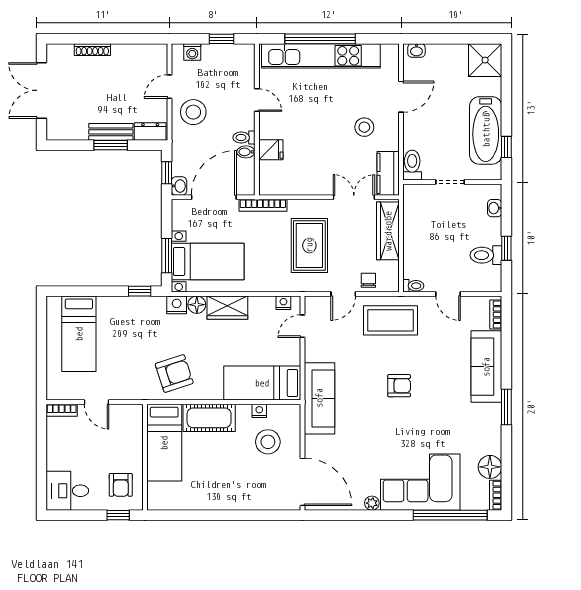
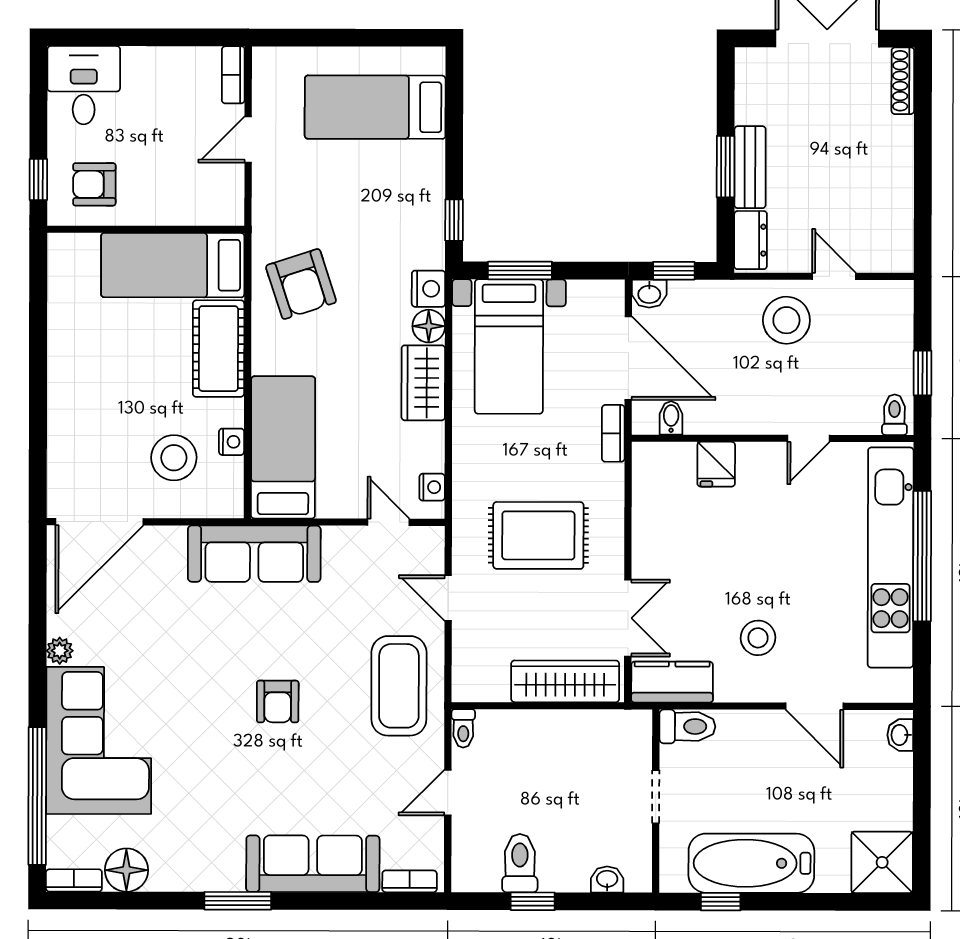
shoe rack: (92, 50) -> (903, 81), moved
washing machine: (192, 52) -> (898, 319), removed
toilet: (244, 138) -> (894, 415), moved
bidet: (246, 152) -> (671, 418), moved
bookcase: (263, 205) -> (613, 433), width x0.64
chair: (368, 280) -> (474, 645), removed

